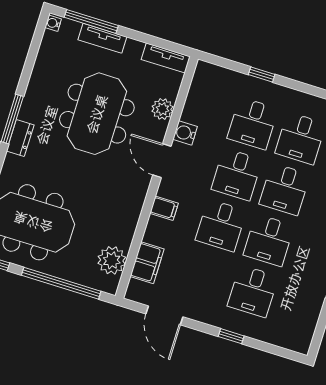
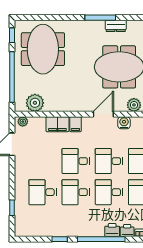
dresser: (20, 138) -> (116, 26), moved
filing cabinet: (147, 263) -> (57, 124), moved
plant: (135, 288) -> (23, 122), added
window: (231, 336) -> (12, 208), moved

